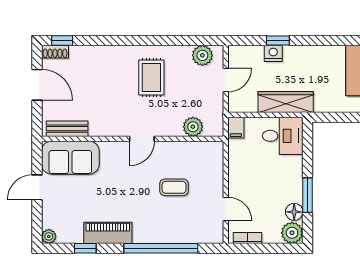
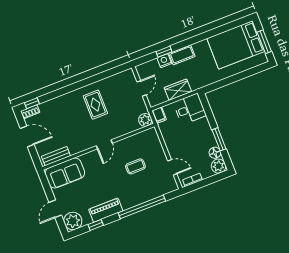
plant: (202, 55) -> (121, 79), removed
cot: (302, 55) -> (182, 55), added
wardrobe: (286, 102) -> (178, 90), width x0.67
plant: (193, 127) -> (145, 120), moved
door: (37, 187) -> (55, 209), moved
plant: (49, 236) -> (73, 221), width x1.87, depth x1.87

